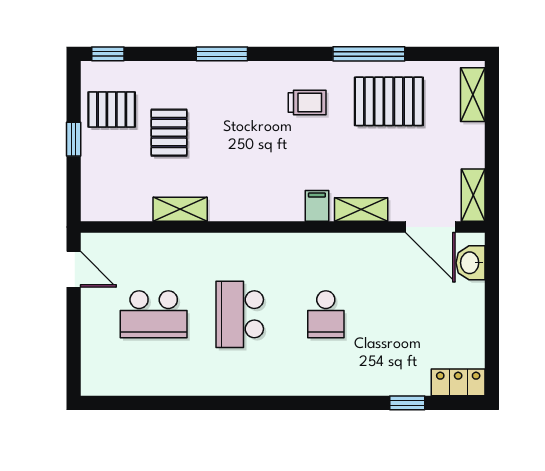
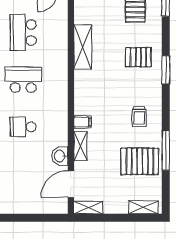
pallet: (389, 101) -> (140, 161), turned 90
pallet: (169, 133) -> (138, 57), moved
shelving: (180, 209) -> (83, 47), width x1.50, depth x1.33
washbasin: (471, 263) -> (60, 156), moved, turned -90

